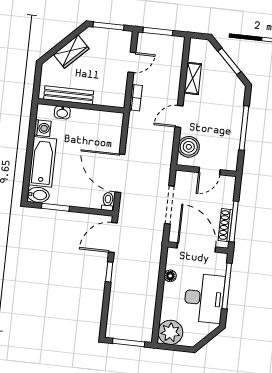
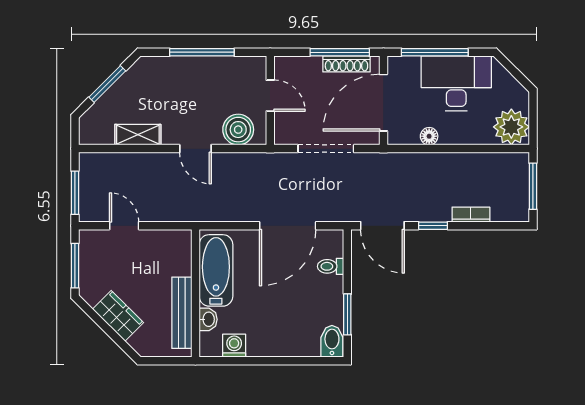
bookcase: (136, 98) -> (471, 215), moved
bathtub: (43, 162) -> (216, 270), moved, turned 90
toilet: (108, 201) -> (331, 266), moved

